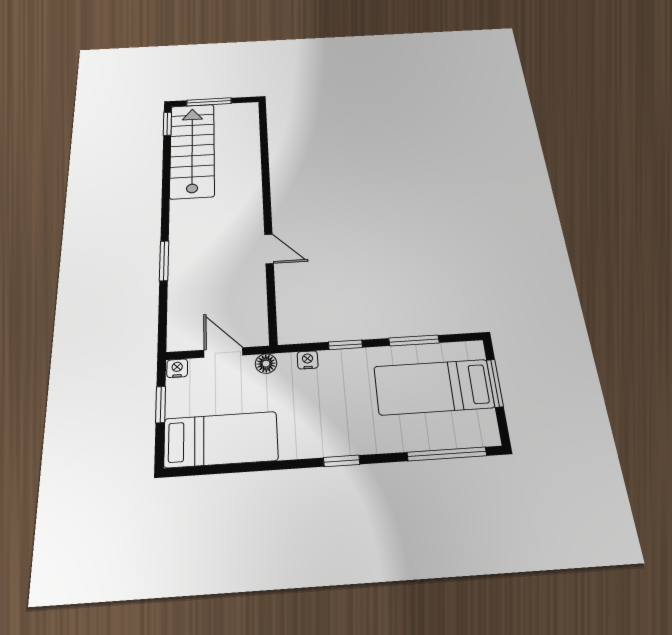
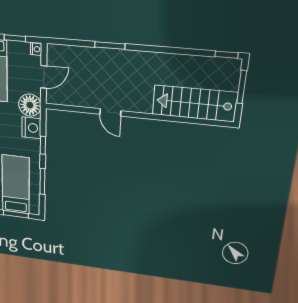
stairs: (192, 150) -> (194, 103), moved, turned 180
door: (269, 249) -> (110, 112), hinge flipped
nightstand: (308, 360) -> (31, 128), width x1.89, depth x1.79
floor lamp: (266, 364) -> (30, 105), width x1.89, depth x1.89

